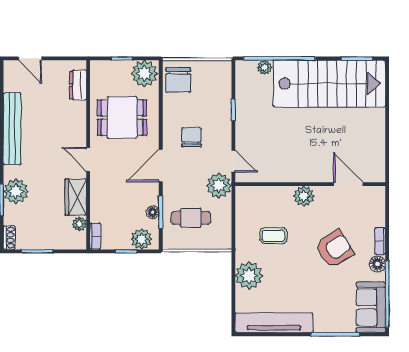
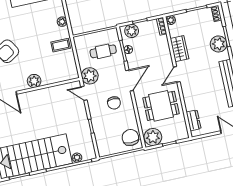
door: (88, 159) -> (177, 74), swing flipped
plant: (80, 224) -> (171, 20), moved
coffee table: (273, 236) -> (61, 45), moved
plant: (249, 276) -> (62, 22), width x0.53, depth x0.53

